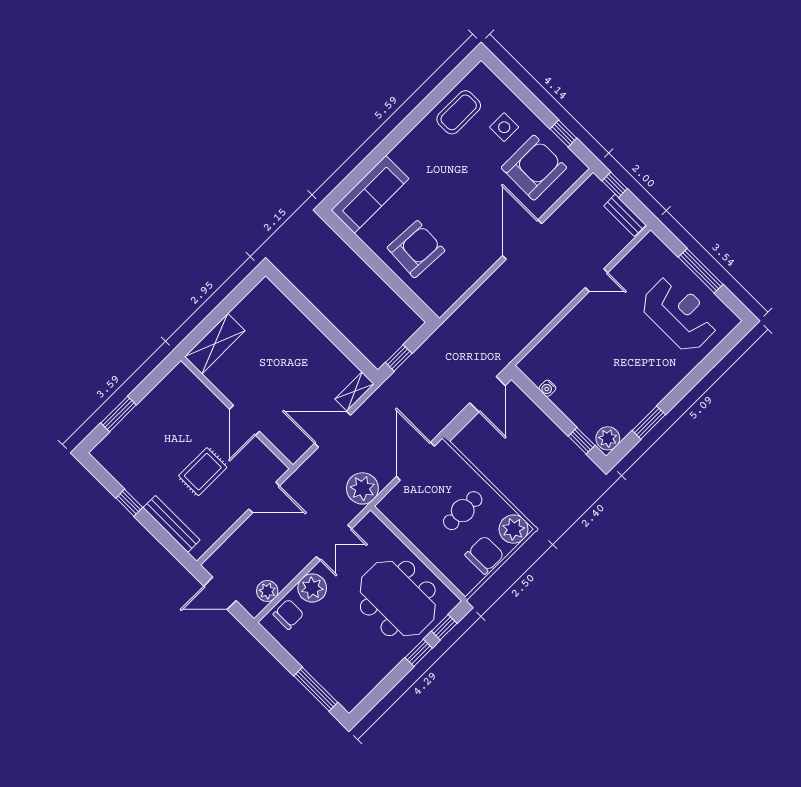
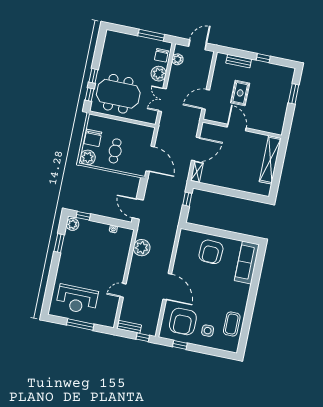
shelving: (215, 344) -> (270, 160), width x1.47
plant: (362, 488) -> (142, 248), moved
bench: (172, 524) -> (239, 61), width x0.73
window: (316, 689) -> (151, 35), moved

